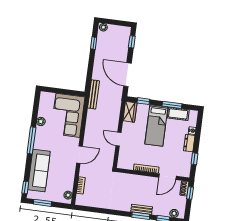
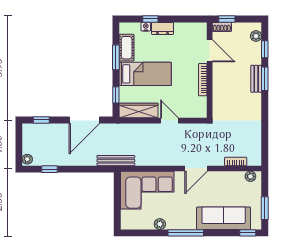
wardrobe: (130, 112) -> (139, 110), width x1.50
door: (118, 139) -> (169, 121), swing flipped
door: (79, 155) -> (196, 168), swing flipped
window: (194, 159) -> (150, 19), moved

